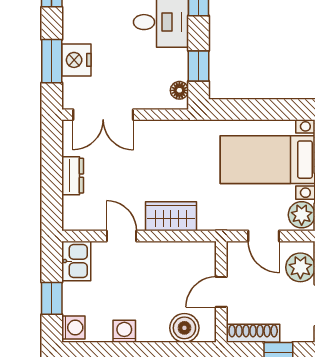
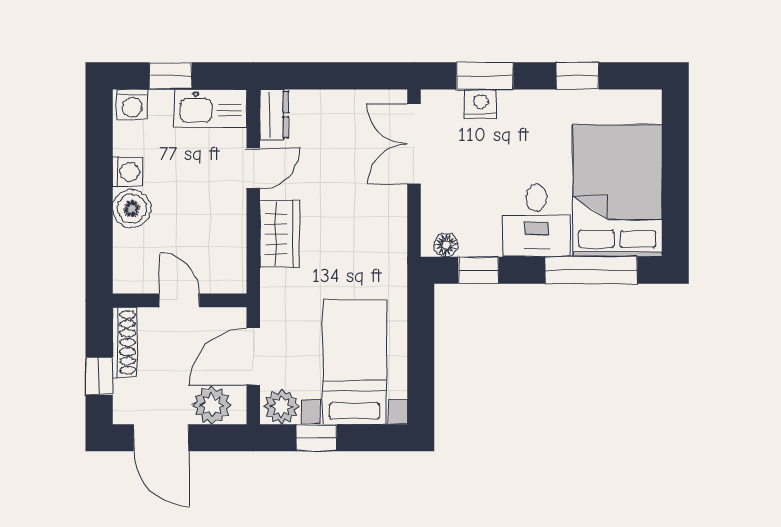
nightstand: (76, 60) -> (481, 104), width x0.74, depth x0.75
dresser: (73, 176) -> (274, 115), moved, turned -90
door: (264, 236) -> (253, 357), width x1.38
kitchen sink: (76, 261) -> (210, 108), width x1.38
boiler: (184, 328) -> (132, 209), moved

